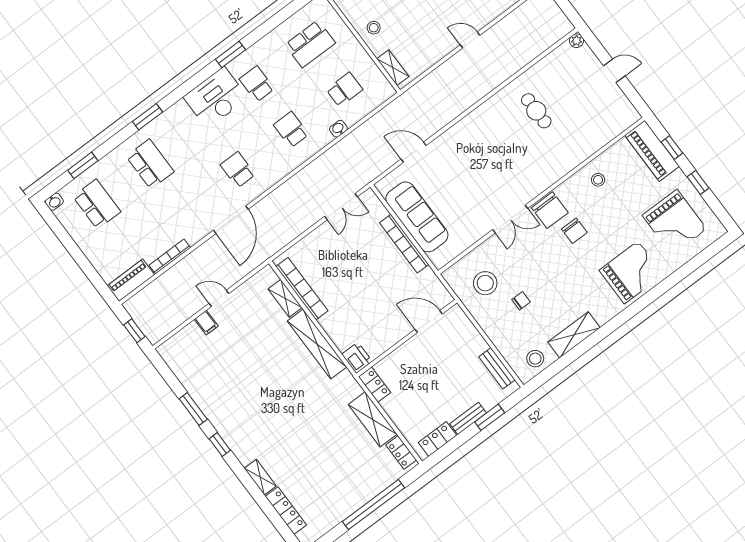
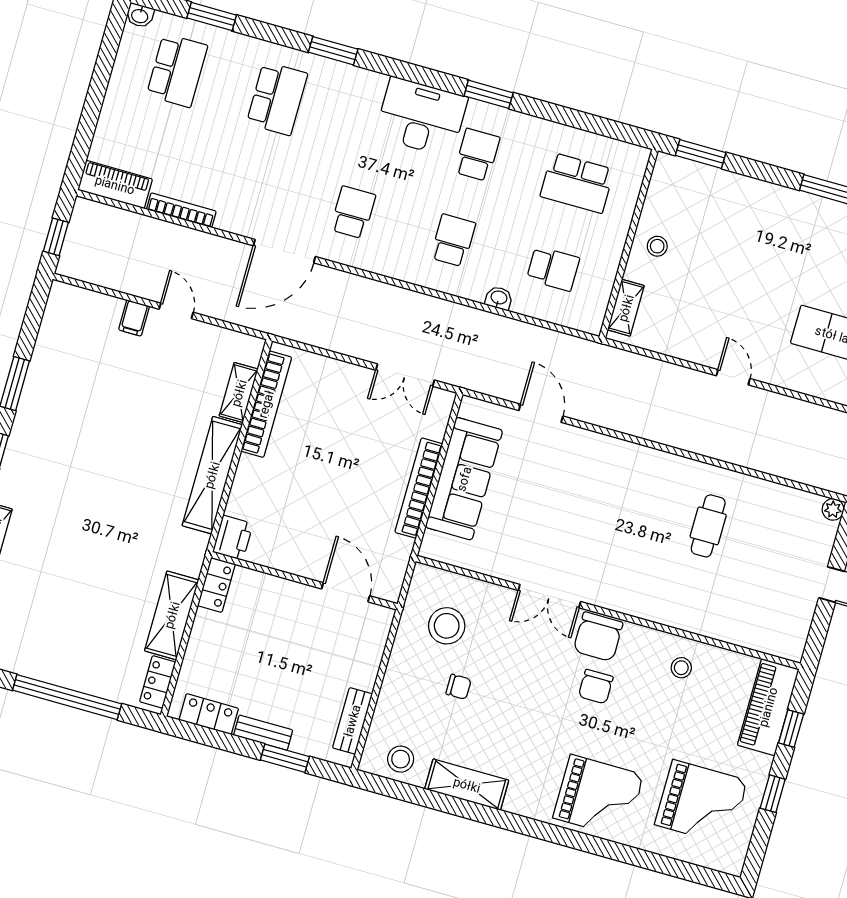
grand piano: (675, 222) -> (701, 803), turned -90

